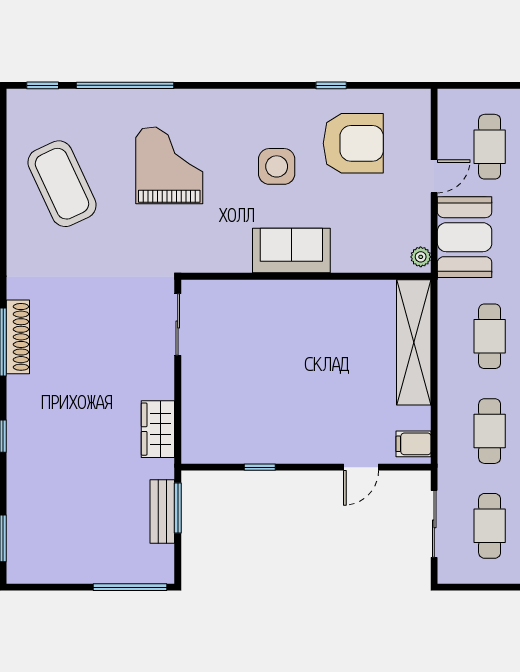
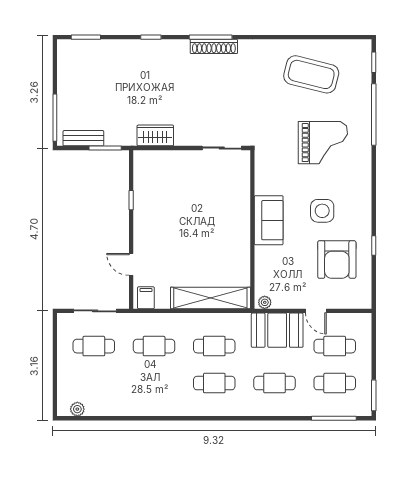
coffee table: (62, 184) -> (311, 74), turned 39
bench: (162, 511) -> (83, 138), moved

